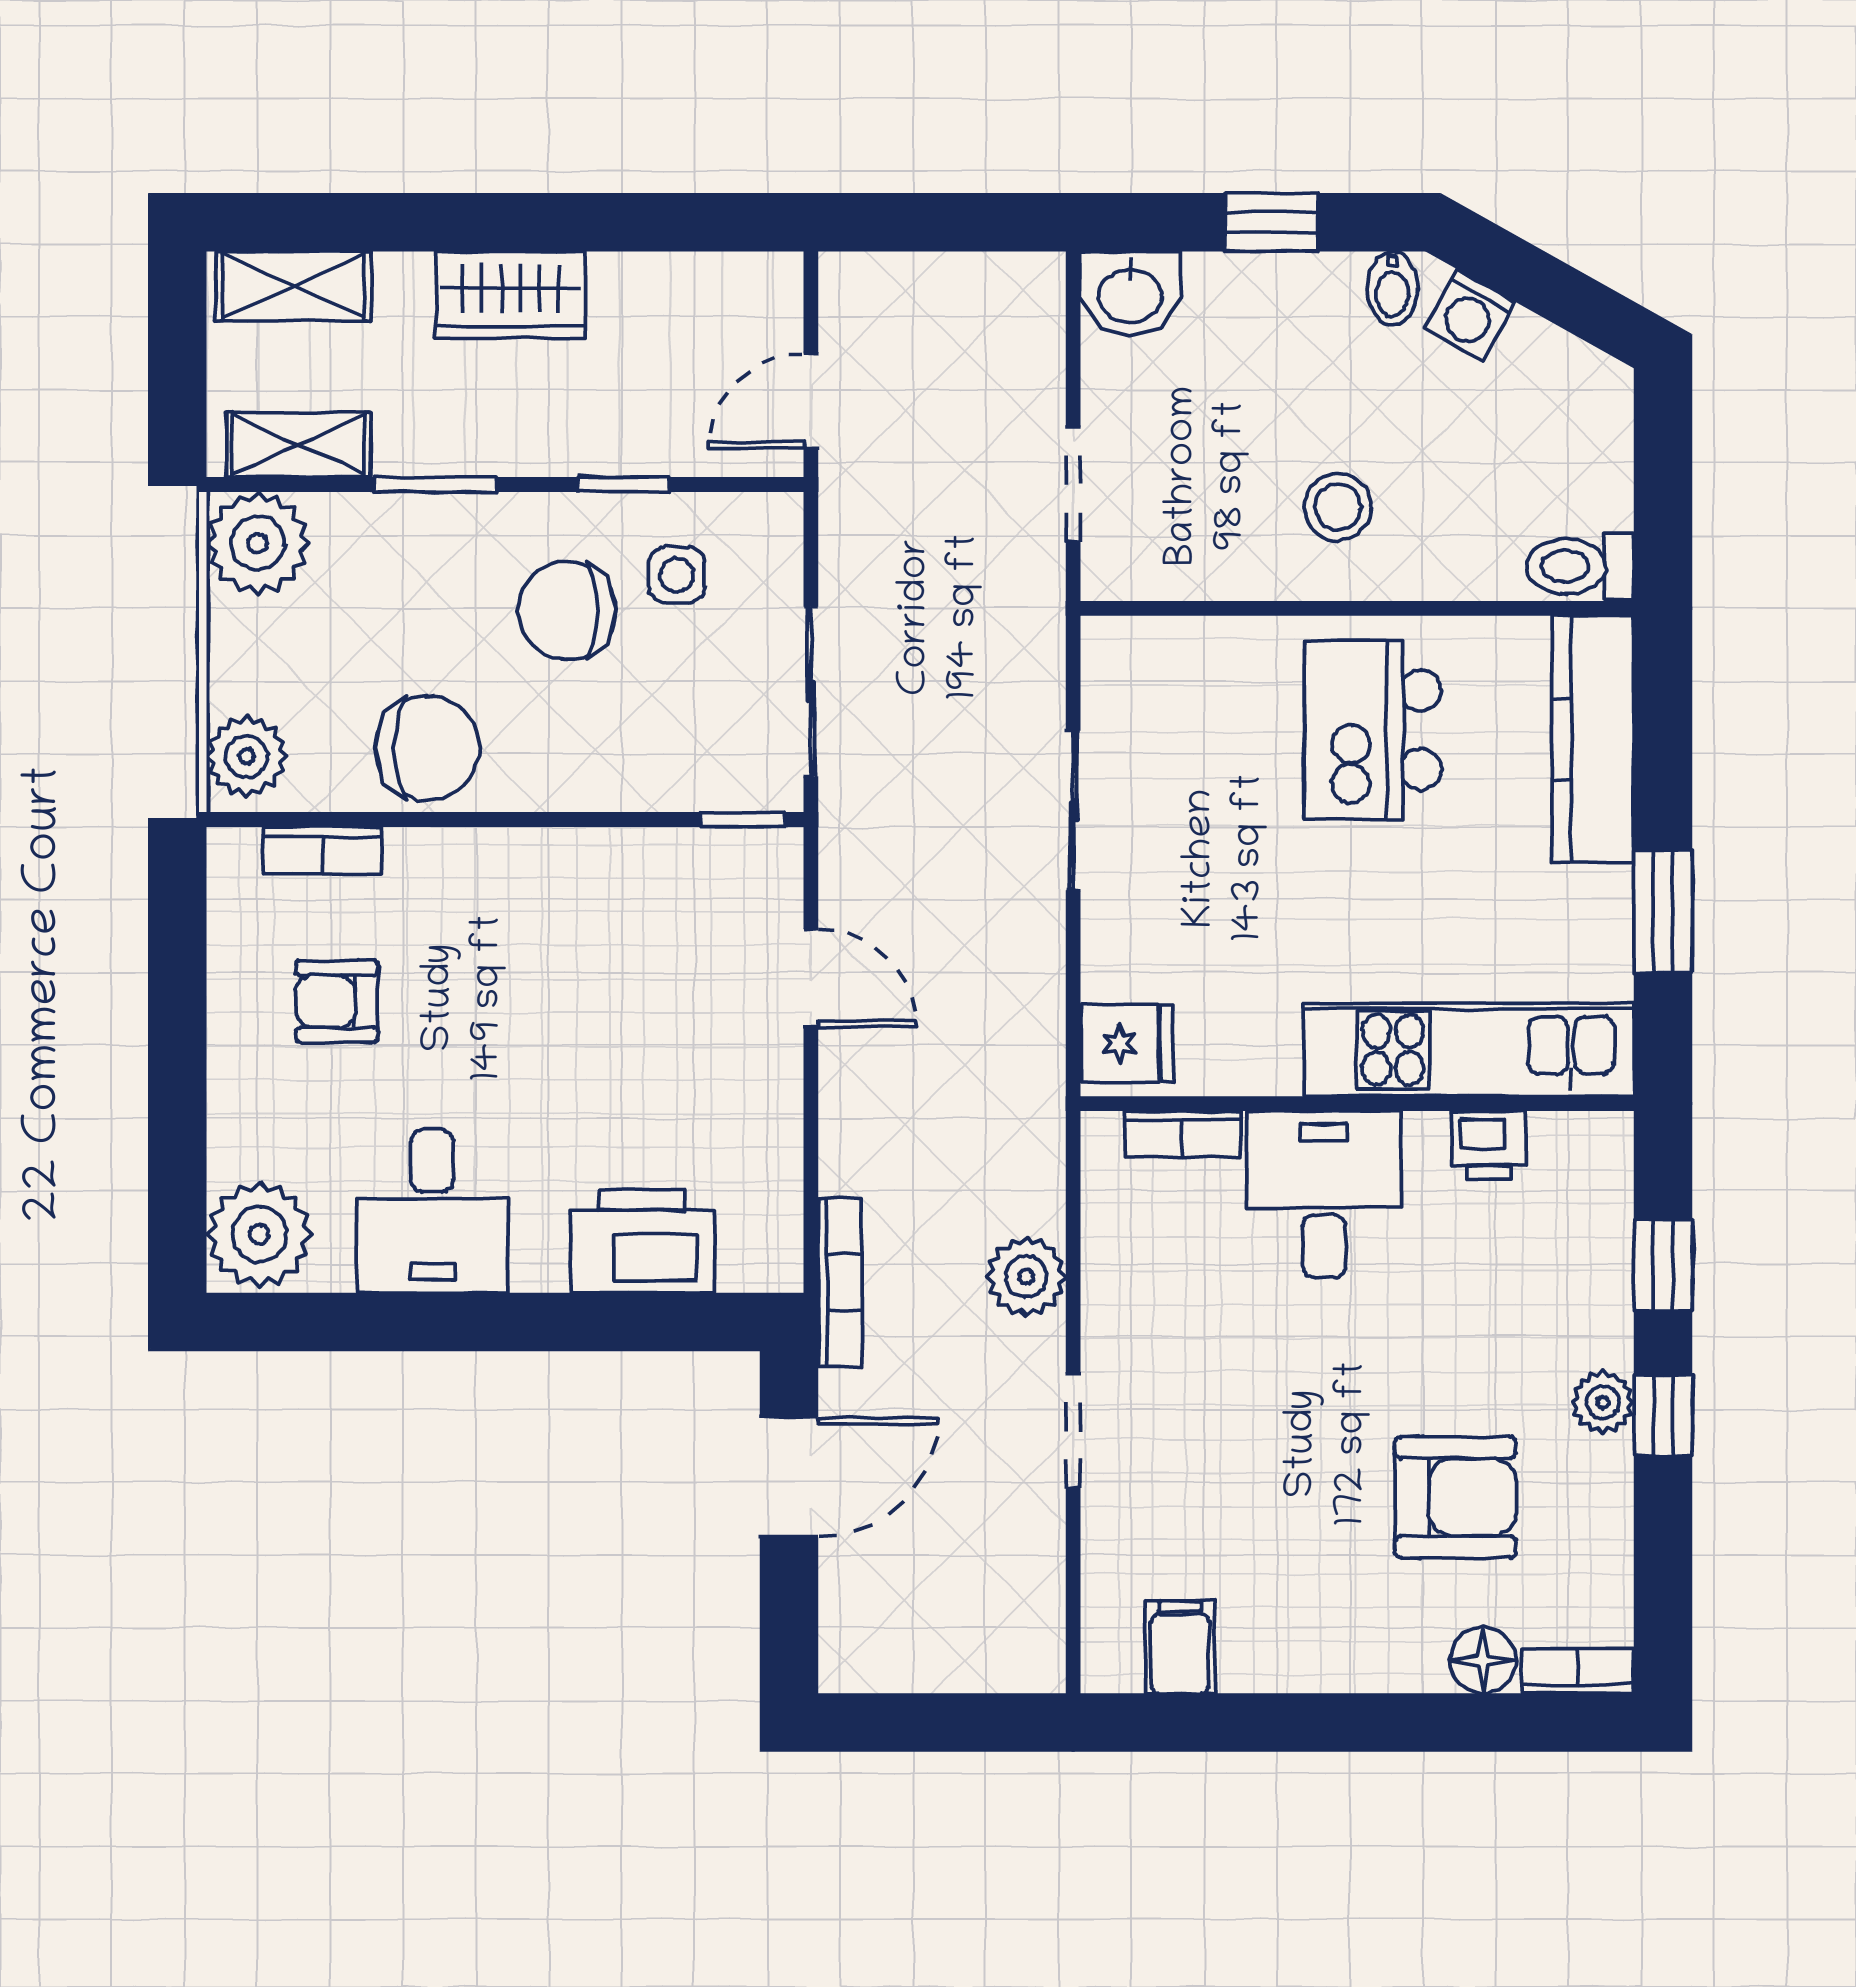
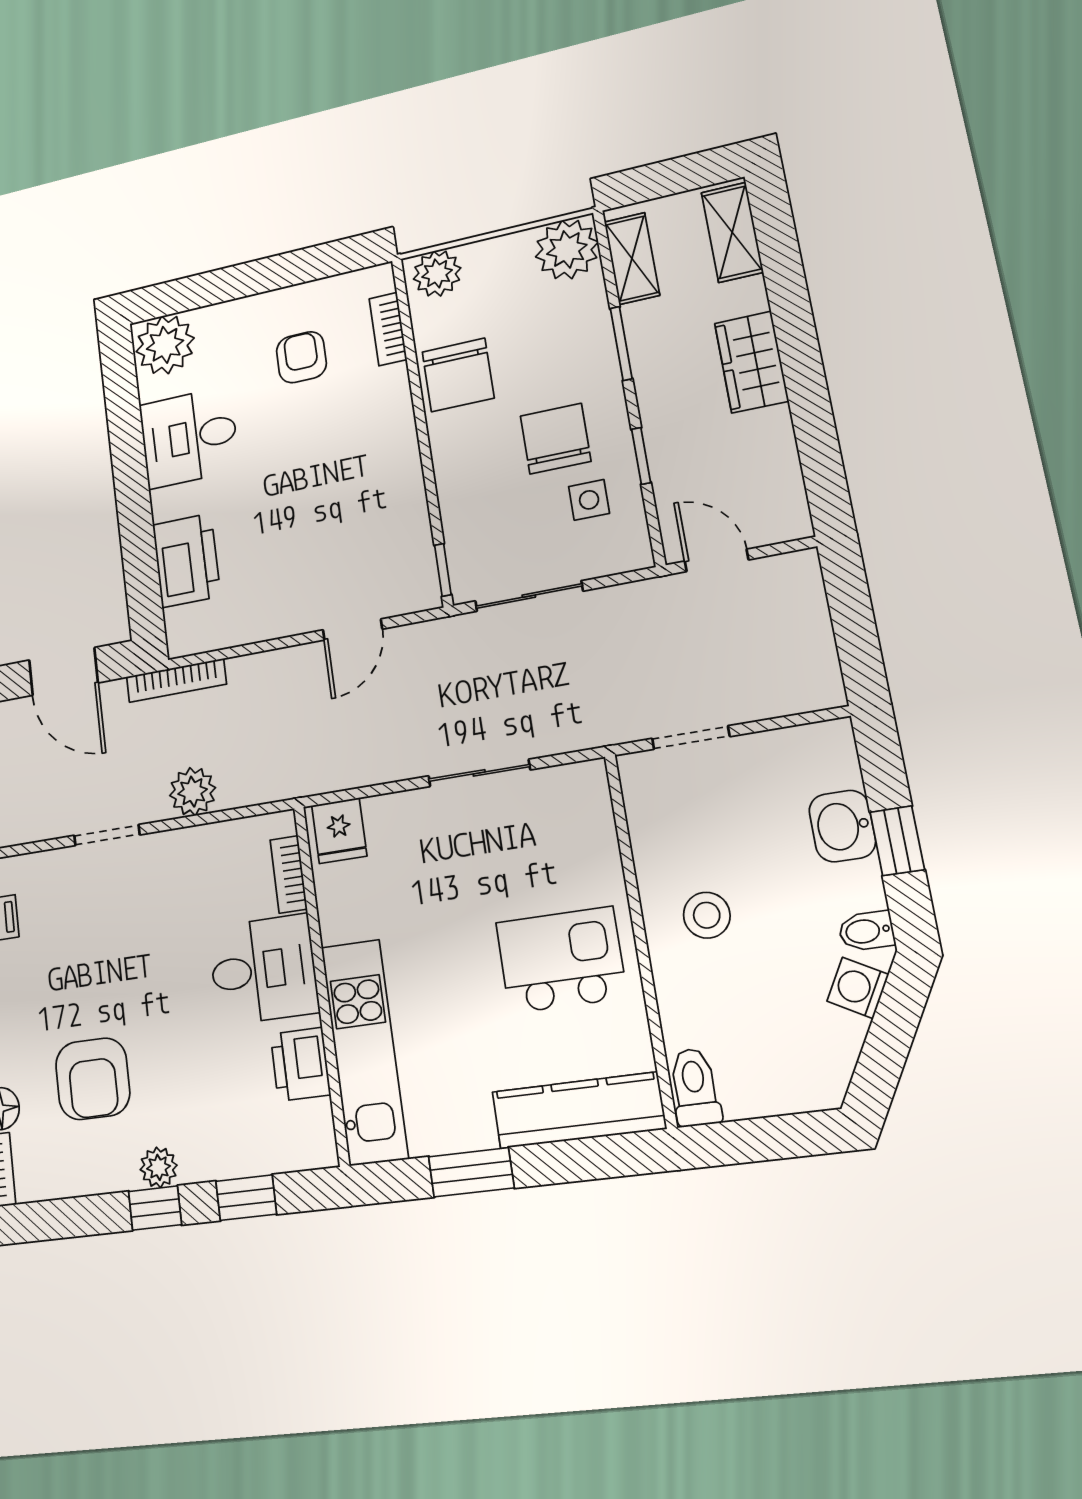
washbasin: (1130, 294) -> (842, 826), moved
printer: (1489, 1145) -> (300, 1064), width x1.36, depth x1.24

